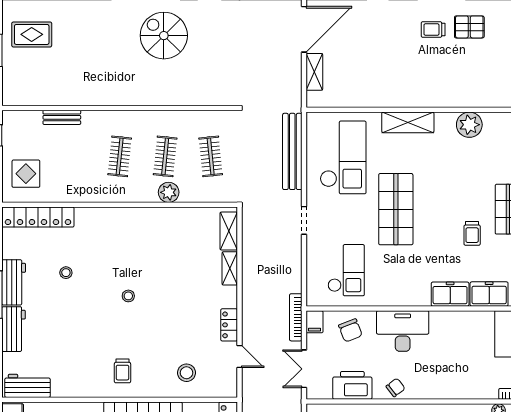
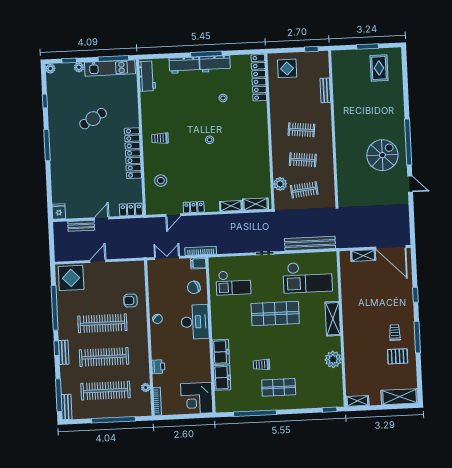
pallet: (469, 27) -> (398, 356), turned 90
plant: (169, 192) -> (280, 184), moved
printer: (352, 385) -> (158, 367), moved, width x0.53, depth x0.68

